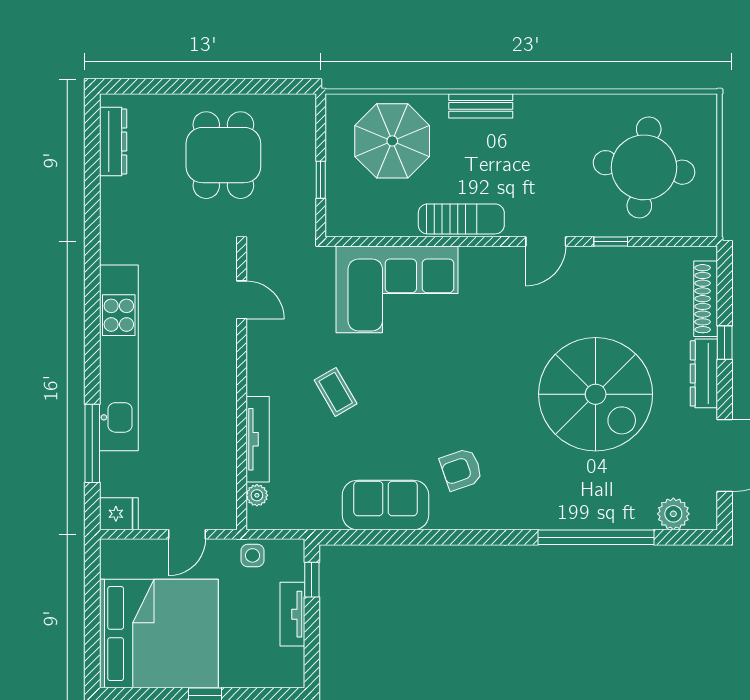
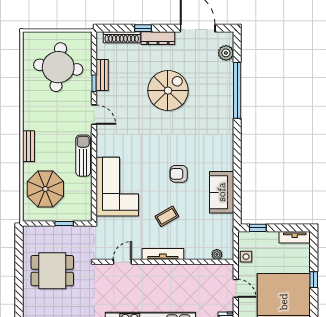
bench: (628, 258) -> (102, 75), added
spiral stairs: (596, 394) -> (168, 91), width x0.73, depth x0.73
tv unit: (258, 439) -> (163, 254), moved
armchair: (461, 469) -> (179, 174), moved, turned 109
tv unit: (292, 614) -> (295, 237), moved

